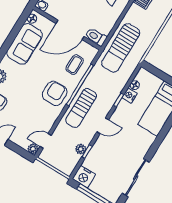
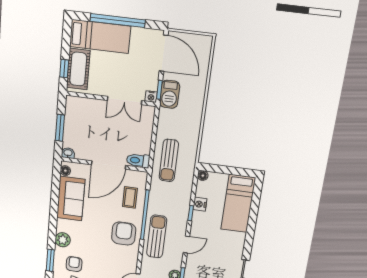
sun lounger: (121, 48) -> (169, 160), width x0.73, depth x0.75
floor lamp: (135, 85) -> (203, 176), moved
sun lounger: (81, 108) -> (157, 237), turned 180

